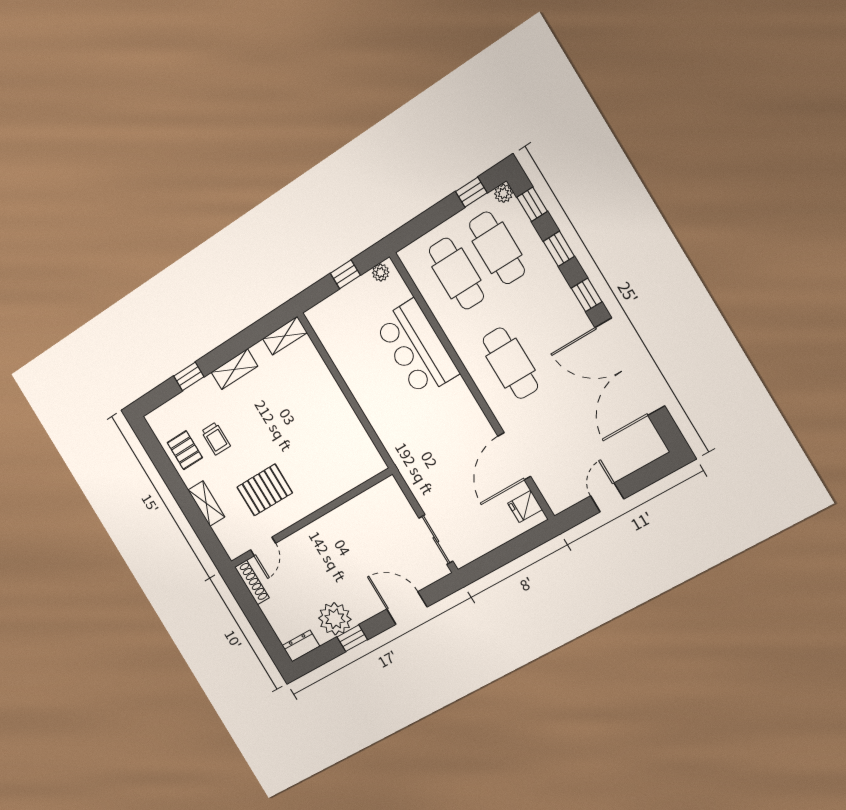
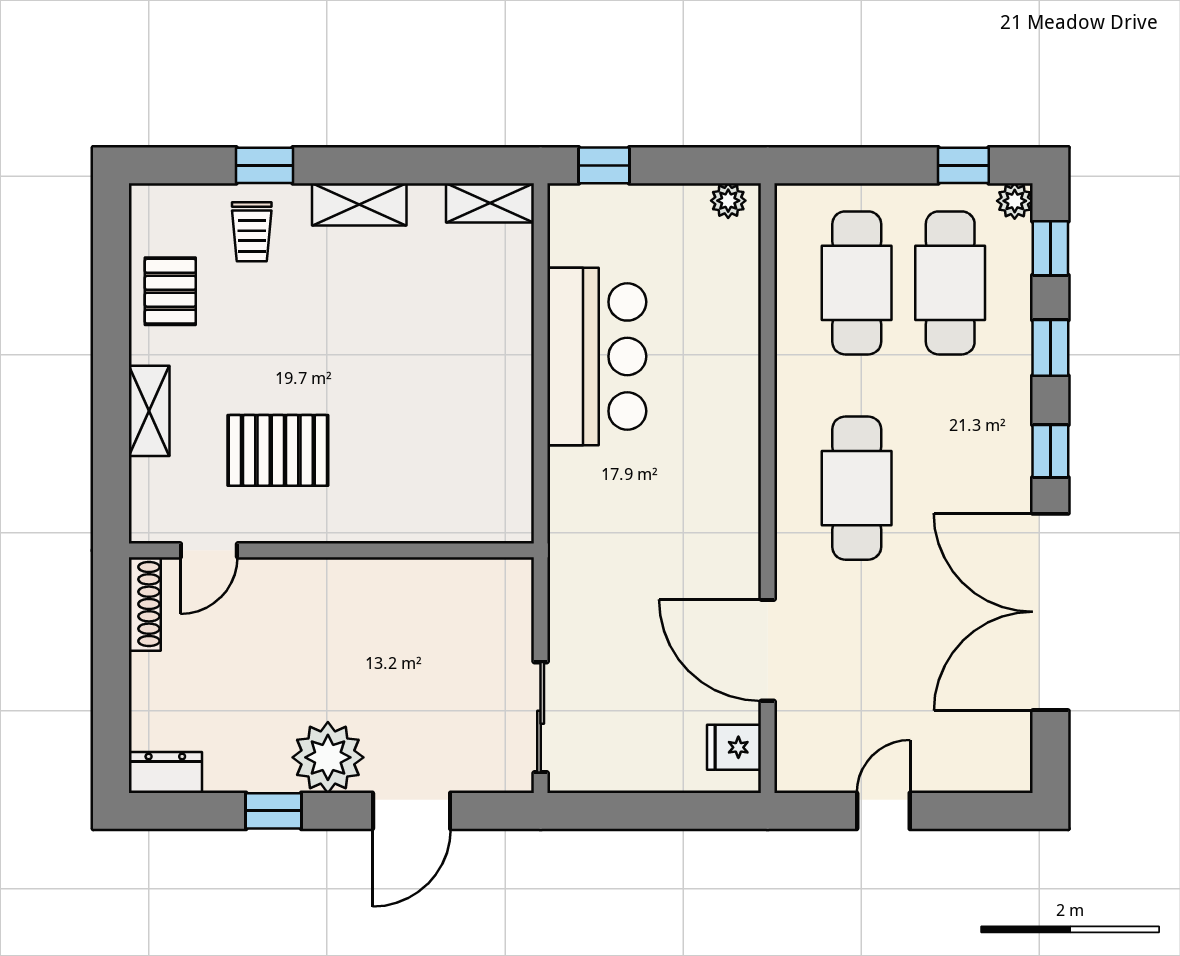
window: (345, 274) -> (604, 165), moved
bar counter: (417, 348) -> (597, 356), moved, turned 180
trolley: (216, 439) -> (252, 232), moved
door: (514, 456) -> (768, 650), hinge flipped
door: (407, 608) -> (412, 811), swing flipped
plant: (335, 619) -> (328, 757), moved

